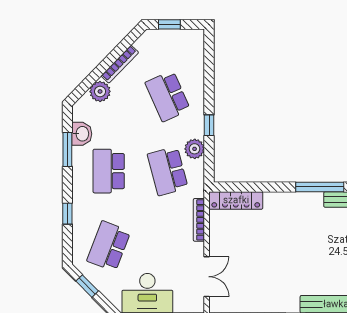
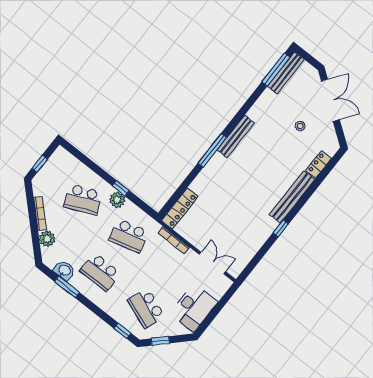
plant: (195, 149) -> (117, 200), moved
window: (67, 214) -> (122, 331), moved

